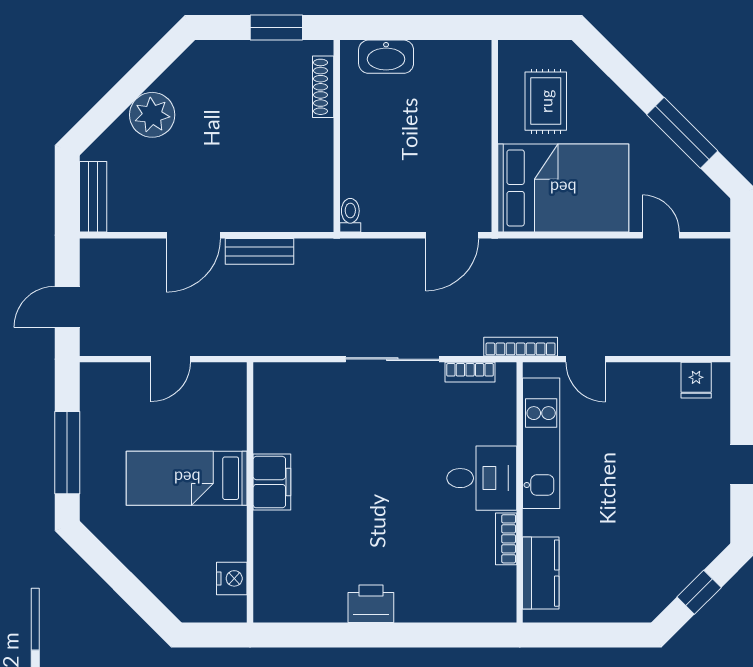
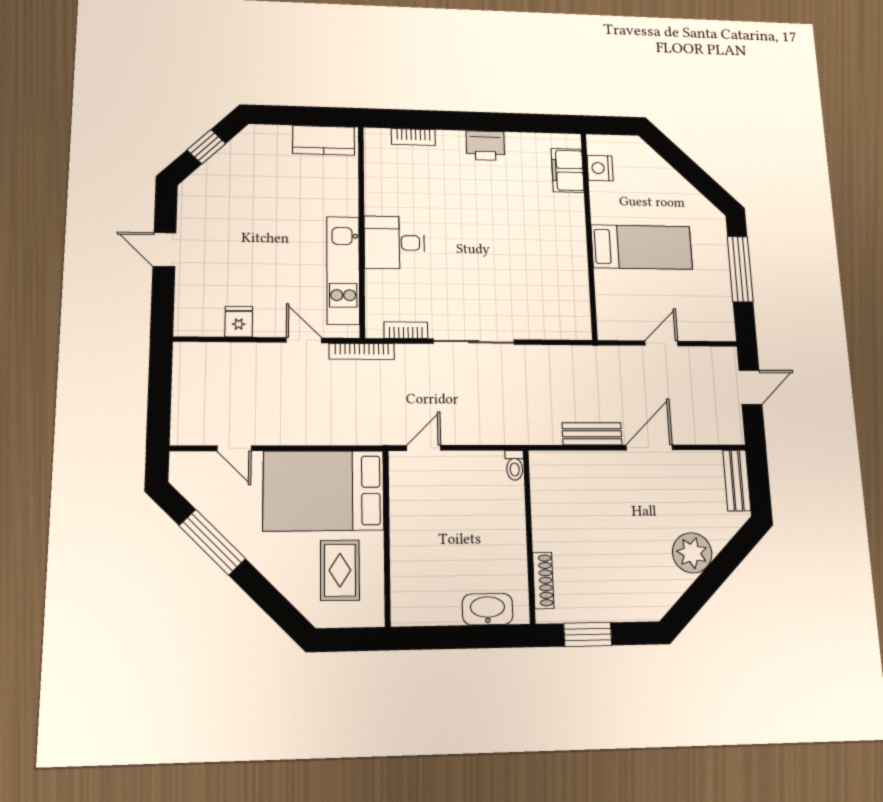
door: (452, 235) -> (424, 448), width x0.73
fridge: (696, 380) -> (239, 322), moved
filing cabinet: (272, 482) -> (568, 170), moved
bookcase: (506, 539) -> (413, 137), moved, turned 90
kitchen counter: (541, 573) -> (324, 140), moved, turned -90

